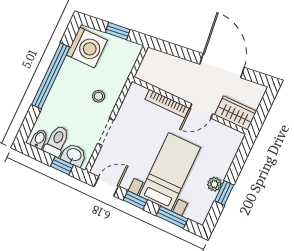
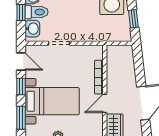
stool: (98, 96) -> (81, 27), removed
door: (201, 111) -> (105, 103), hinge flipped
window: (62, 166) -> (21, 12), moved

